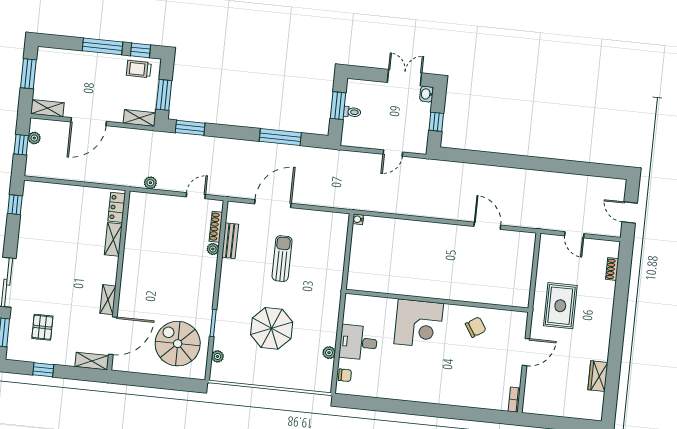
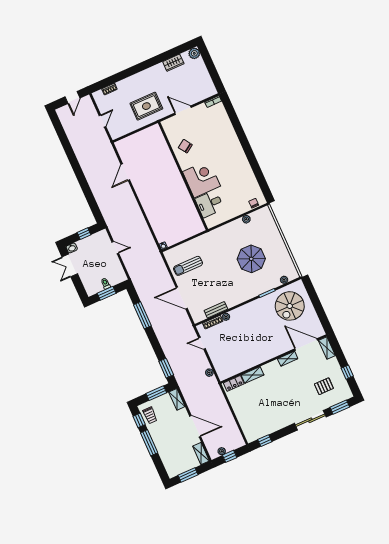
sun lounger: (282, 259) -> (188, 266), moved
desk: (358, 342) -> (209, 204), moved, turned 90
plant: (594, 412) -> (194, 53), added

